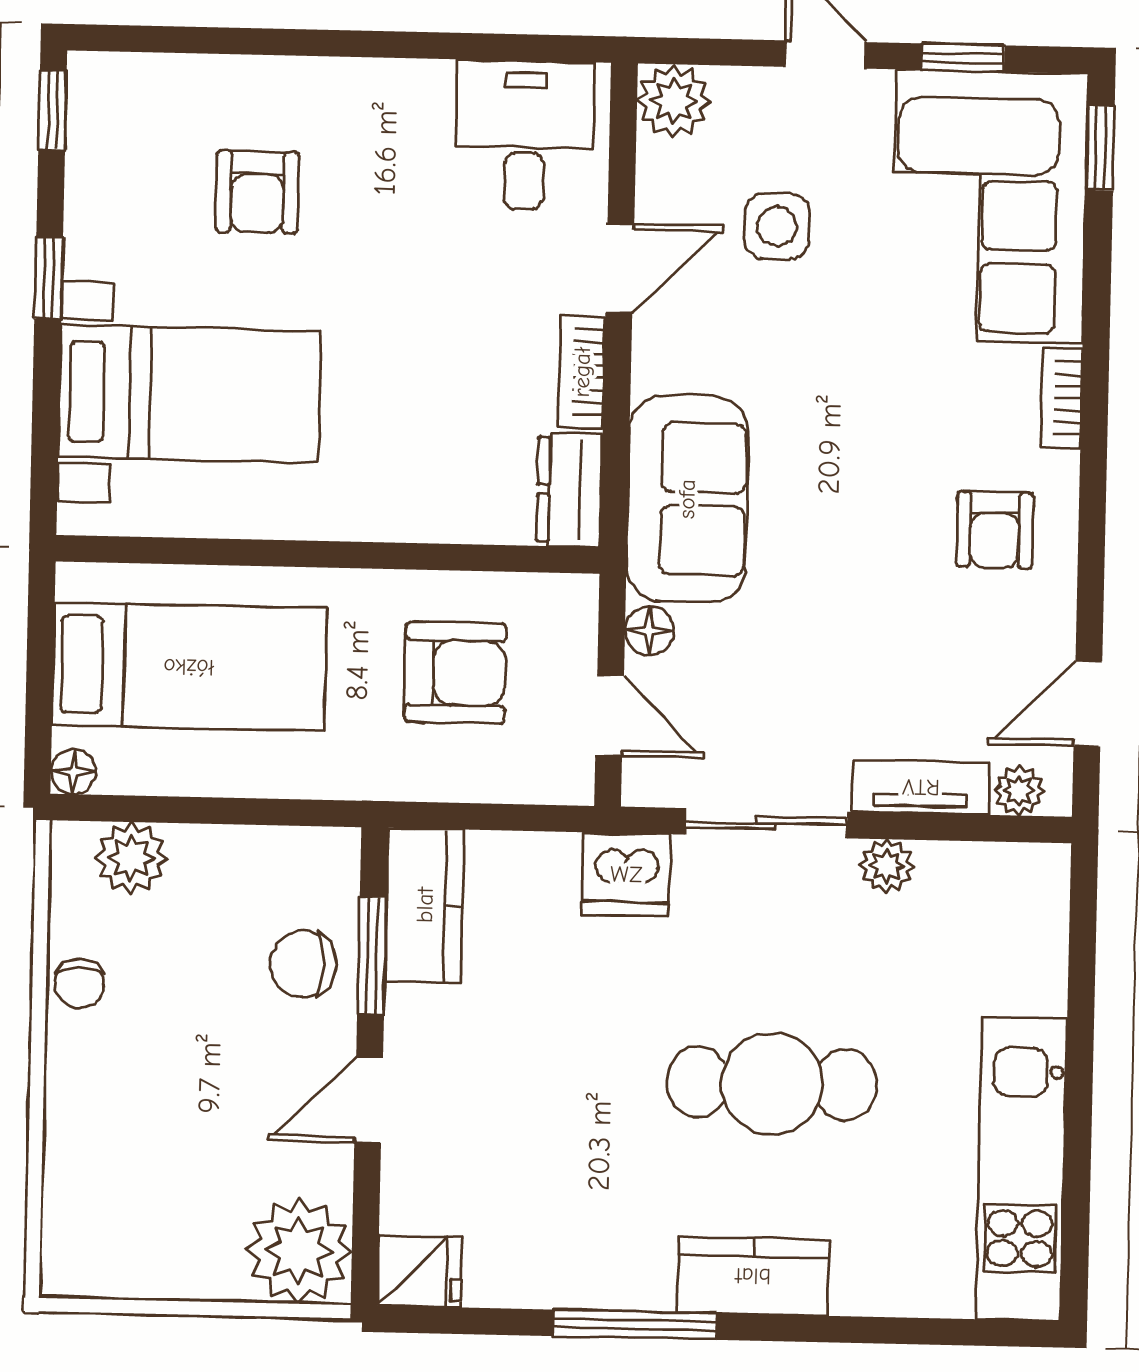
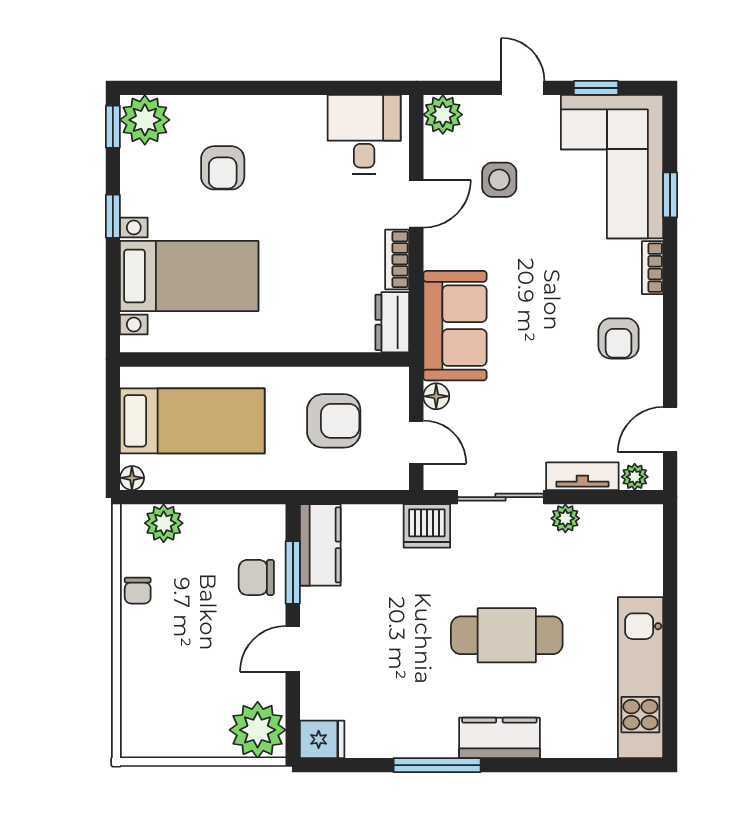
plant: (113, 98) -> (145, 120), added
window: (1100, 148) -> (670, 195), moved

